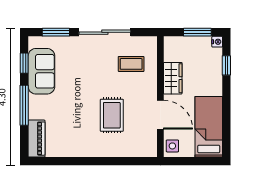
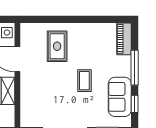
coffee table: (131, 64) -> (84, 81), moved, turned 90
rug: (112, 115) -> (57, 46), moved

